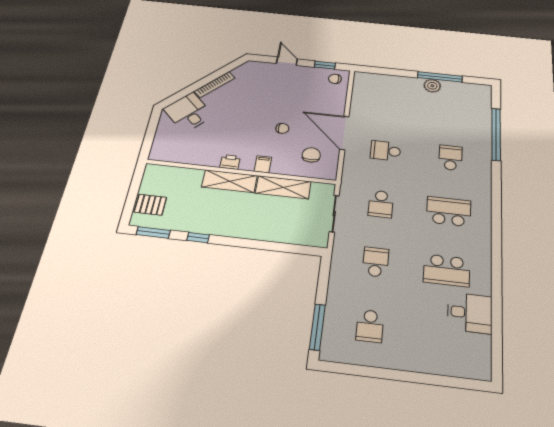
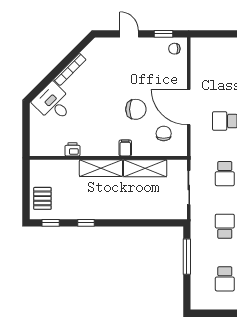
chair: (282, 128) -> (136, 109), width x1.87, depth x1.87
printer: (230, 162) -> (72, 149), moved
pallet: (150, 205) -> (42, 198), turned 90
window: (153, 232) -> (51, 223), width x0.67
window: (317, 327) -> (187, 257), moved

